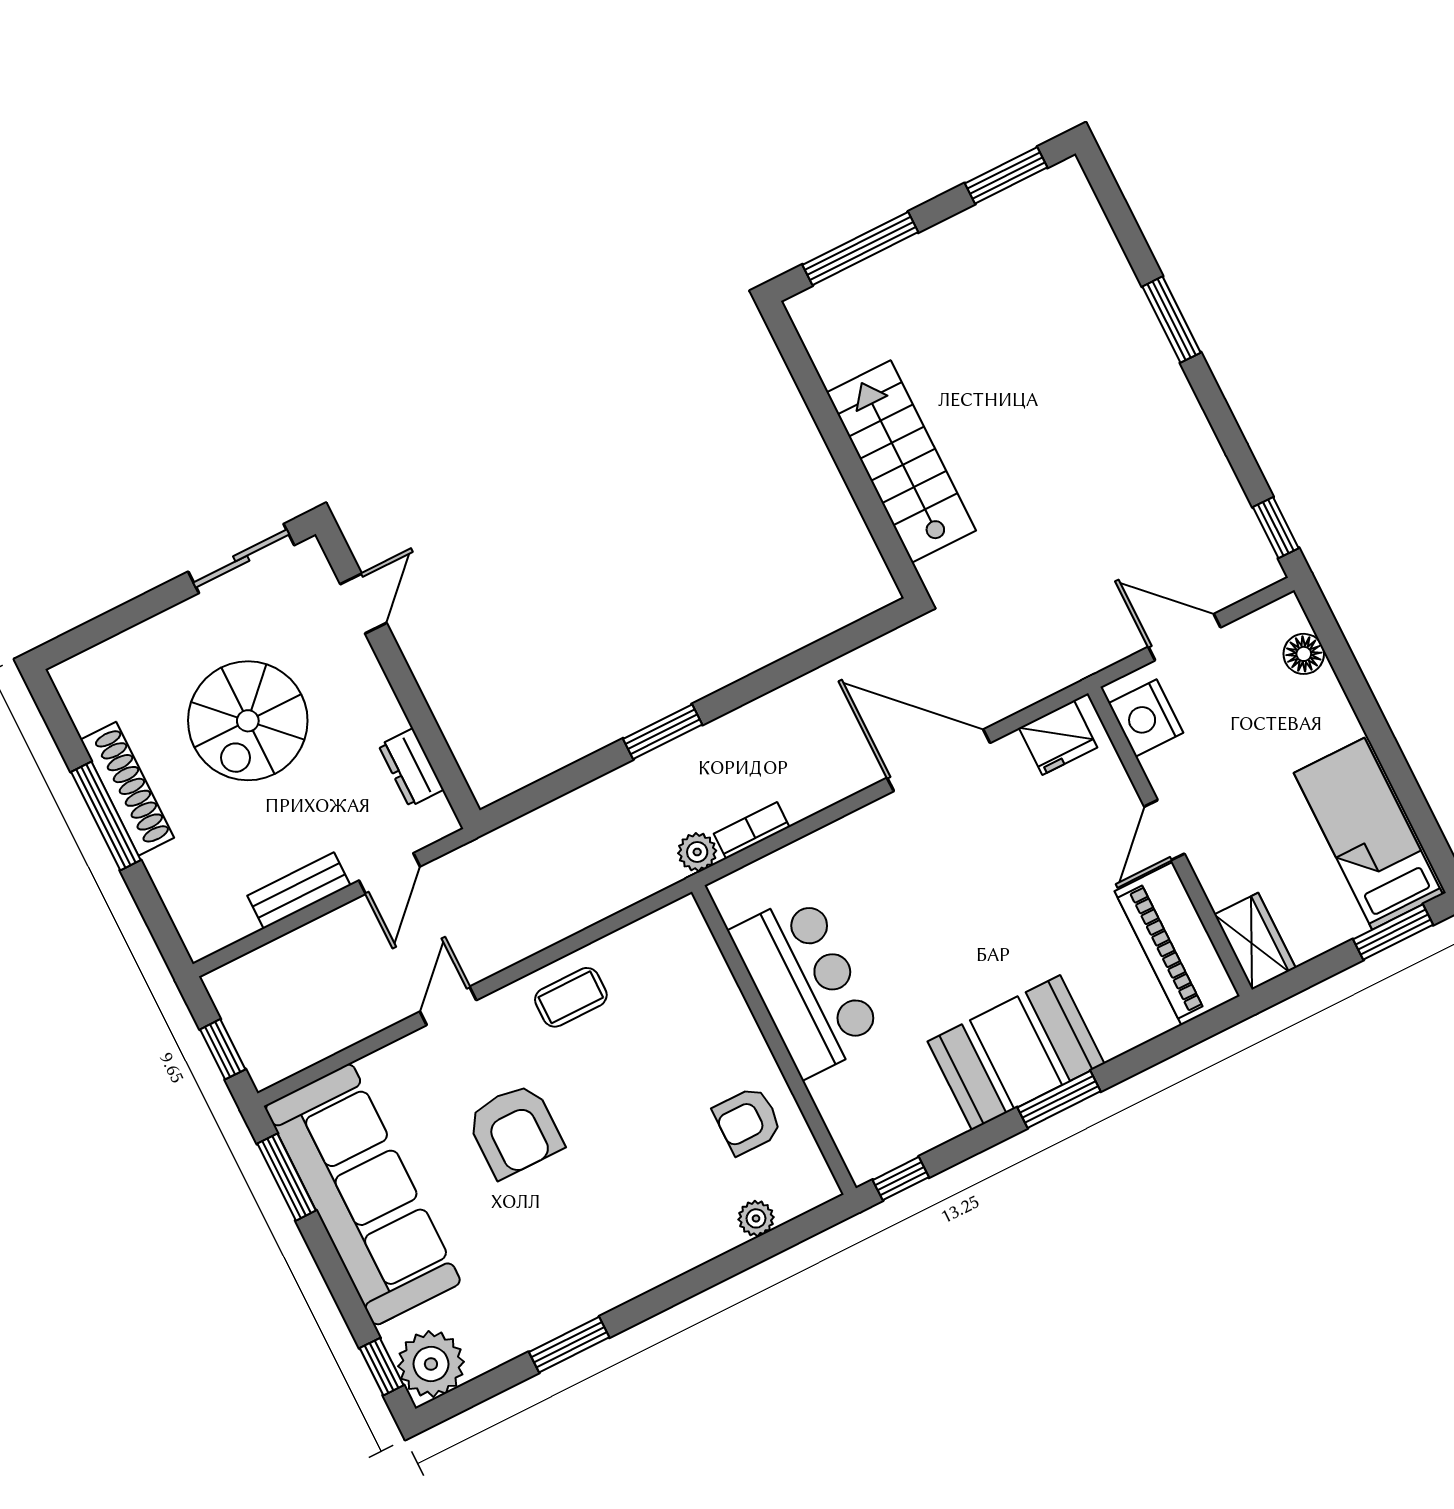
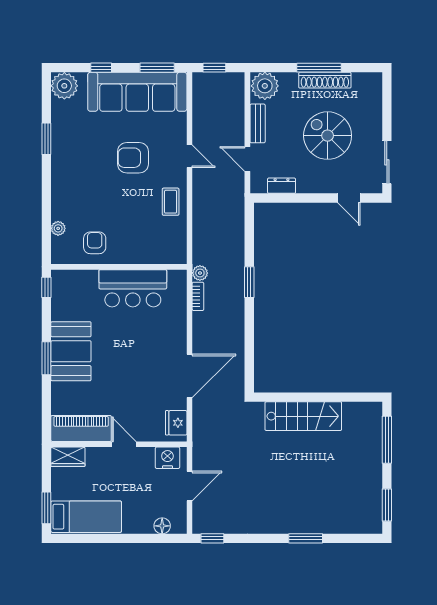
plant: (207, 916) -> (265, 86), added
window: (382, 1367) -> (101, 68), moved

